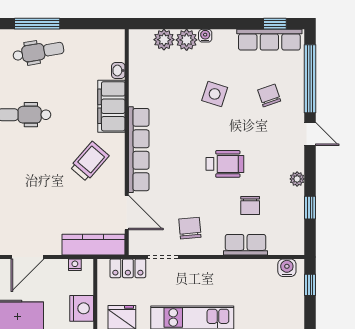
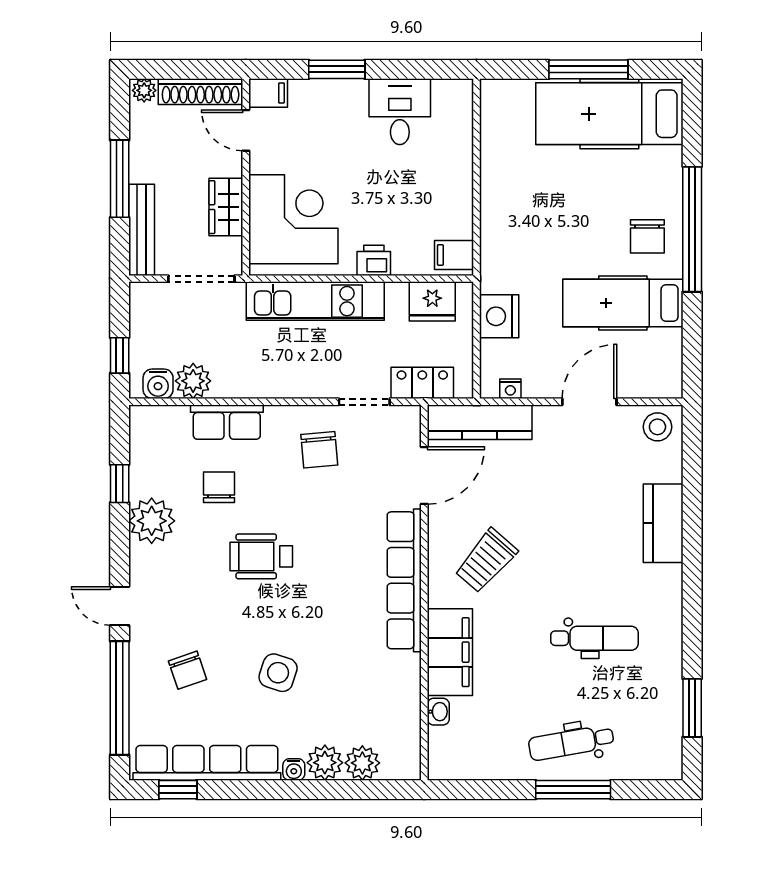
row of seats: (269, 40) -> (207, 763), width x1.36
plant: (297, 179) -> (152, 521), width x1.88, depth x1.88
door: (127, 213) -> (424, 475), swing flipped
plant: (266, 269) -> (193, 381), added

